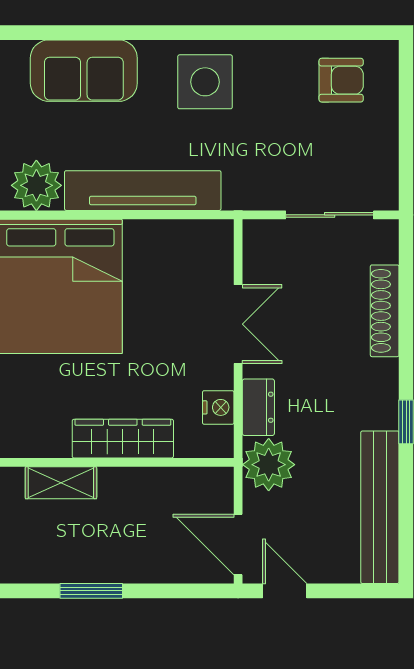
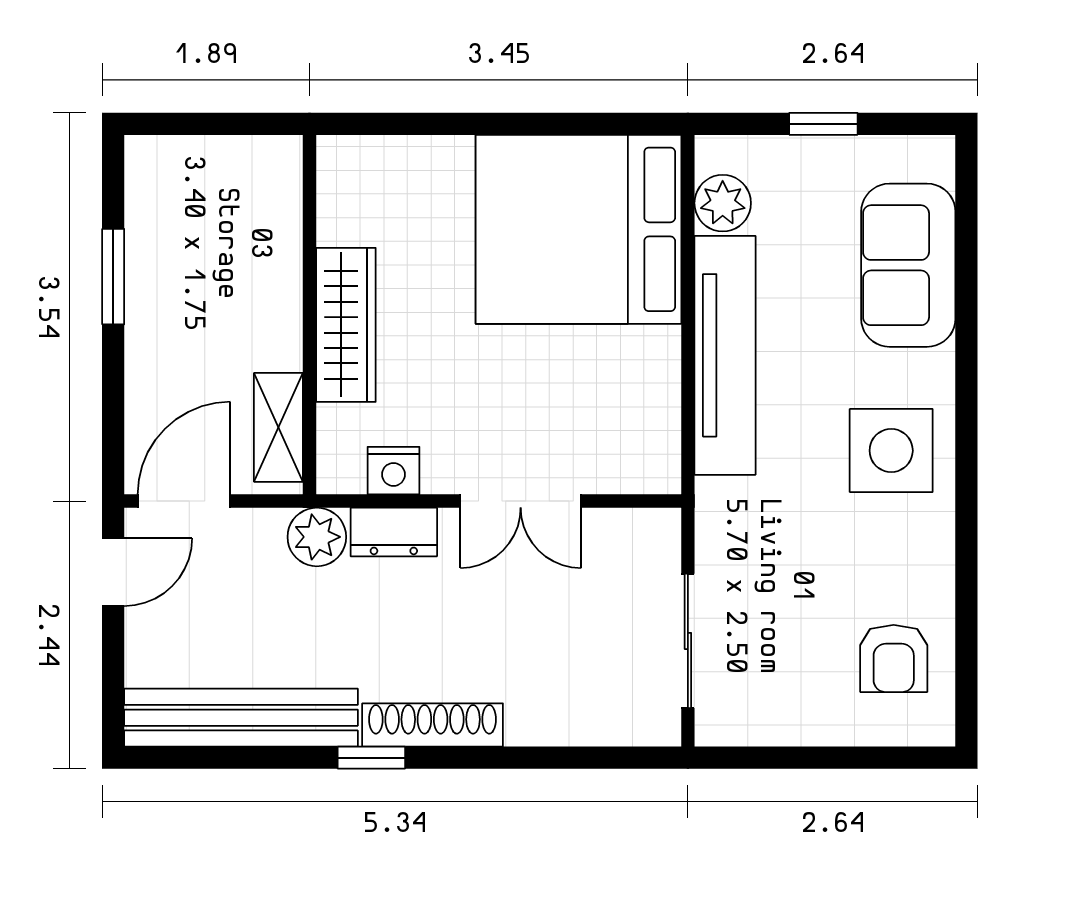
plant: (36, 185) -> (723, 203), width x0.73, depth x0.73
shoe rack: (385, 311) -> (433, 725), moved
plant: (269, 465) -> (317, 537), width x0.73, depth x0.73
shelving: (61, 483) -> (278, 427), moved

